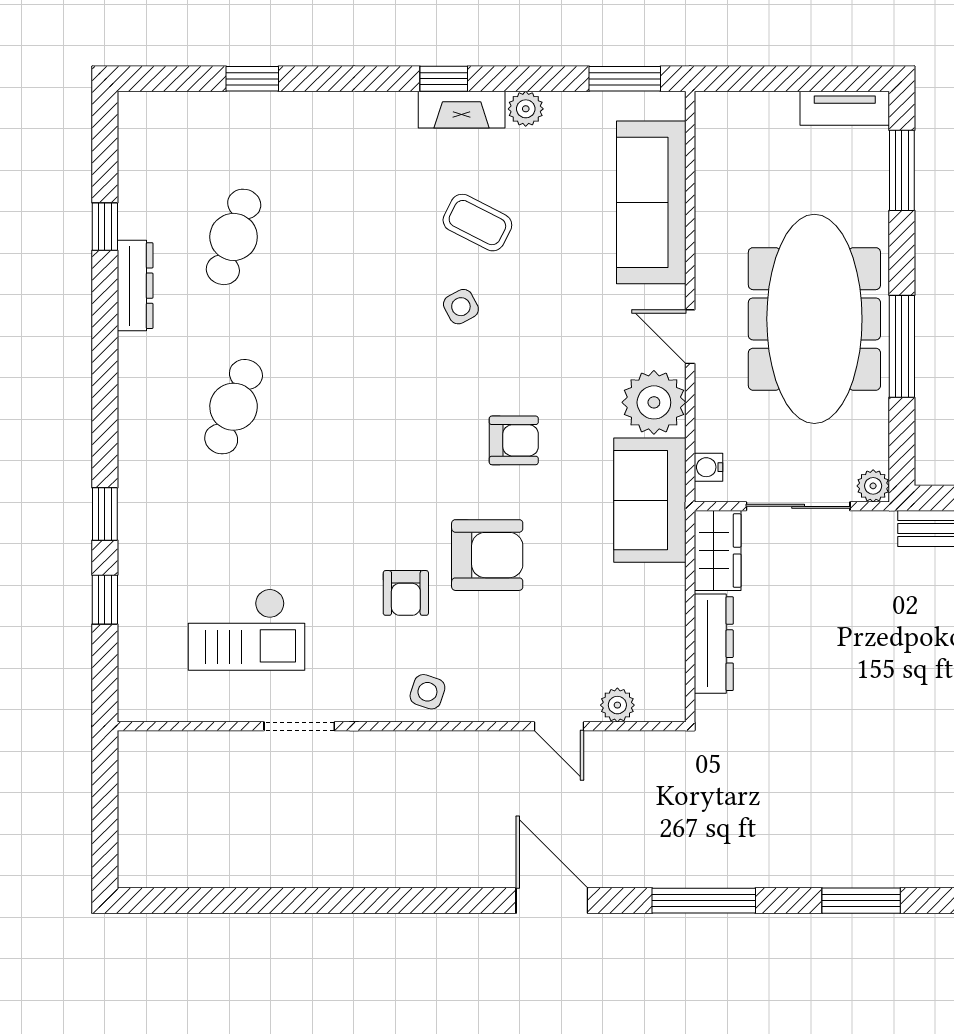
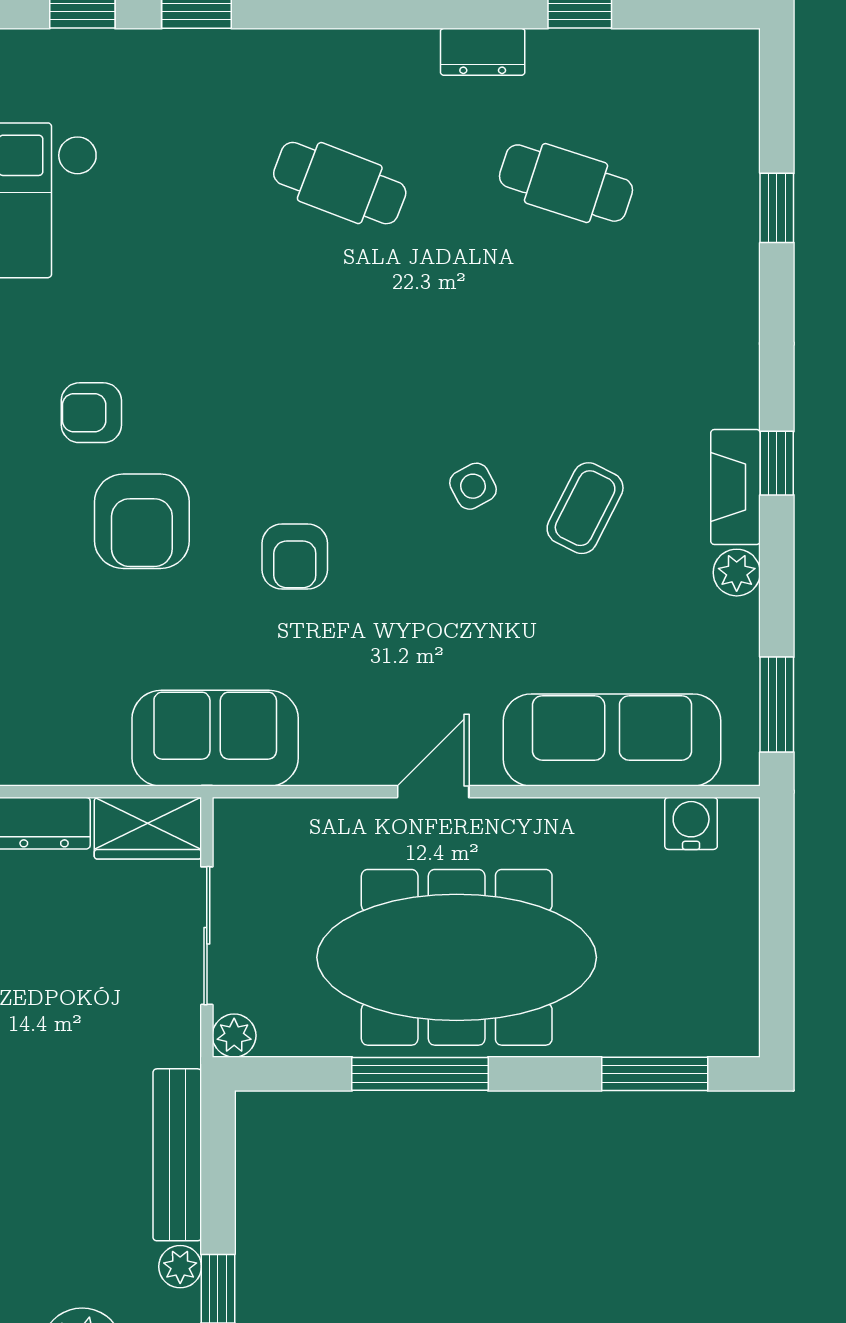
tv unit: (845, 108) -> (737, 998), removed
dresser: (135, 286) -> (483, 52), width x0.70
plant: (654, 402) -> (345, 743), removed
water cooler: (708, 467) -> (691, 823), moved, width x1.38, depth x1.38

